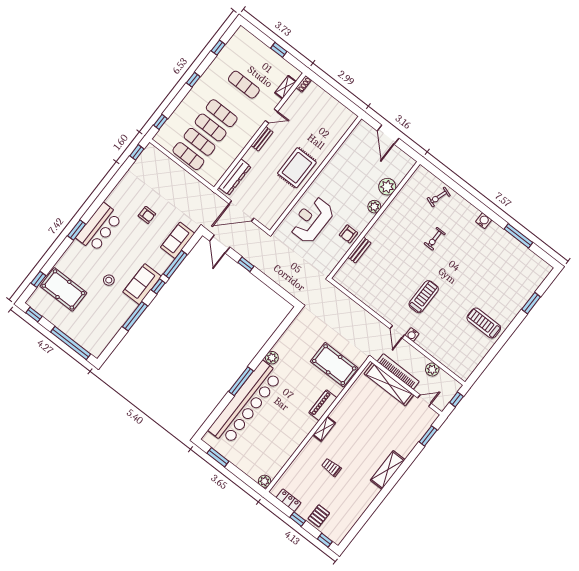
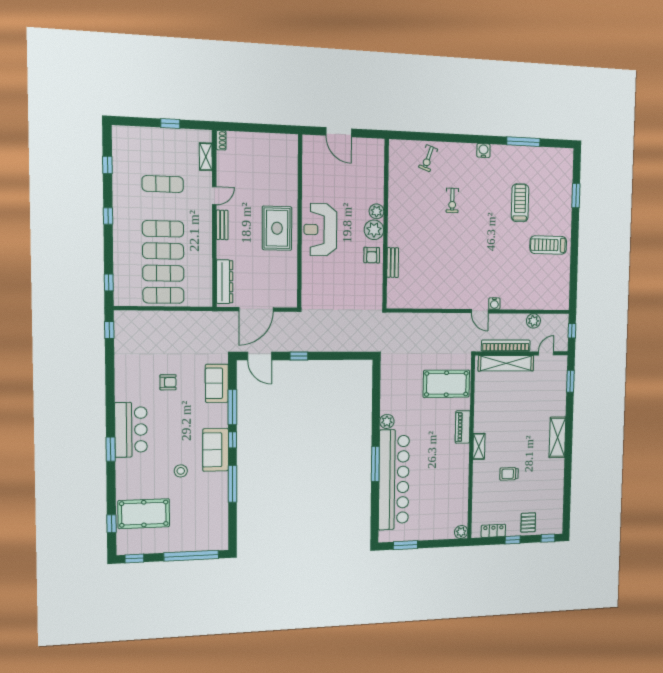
plant: (387, 187) -> (374, 230), moved
reception desk: (312, 220) -> (320, 230), moved
treadmill: (424, 297) -> (520, 203), moved

